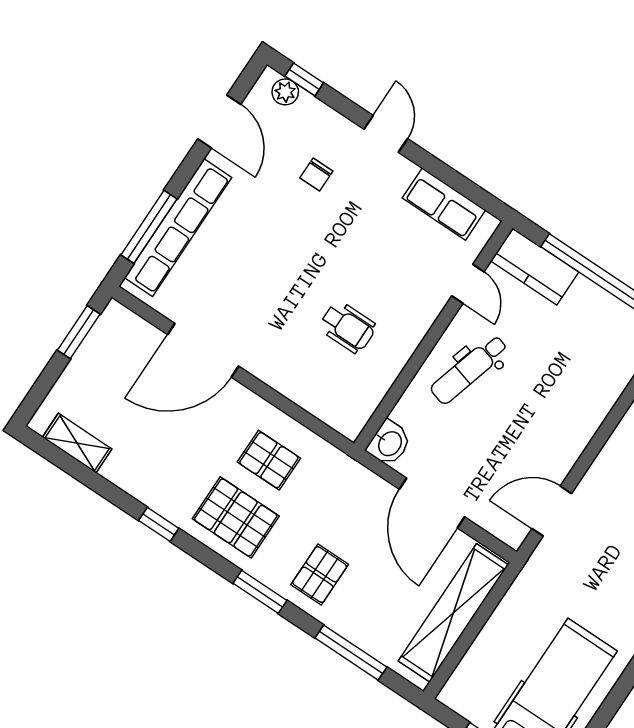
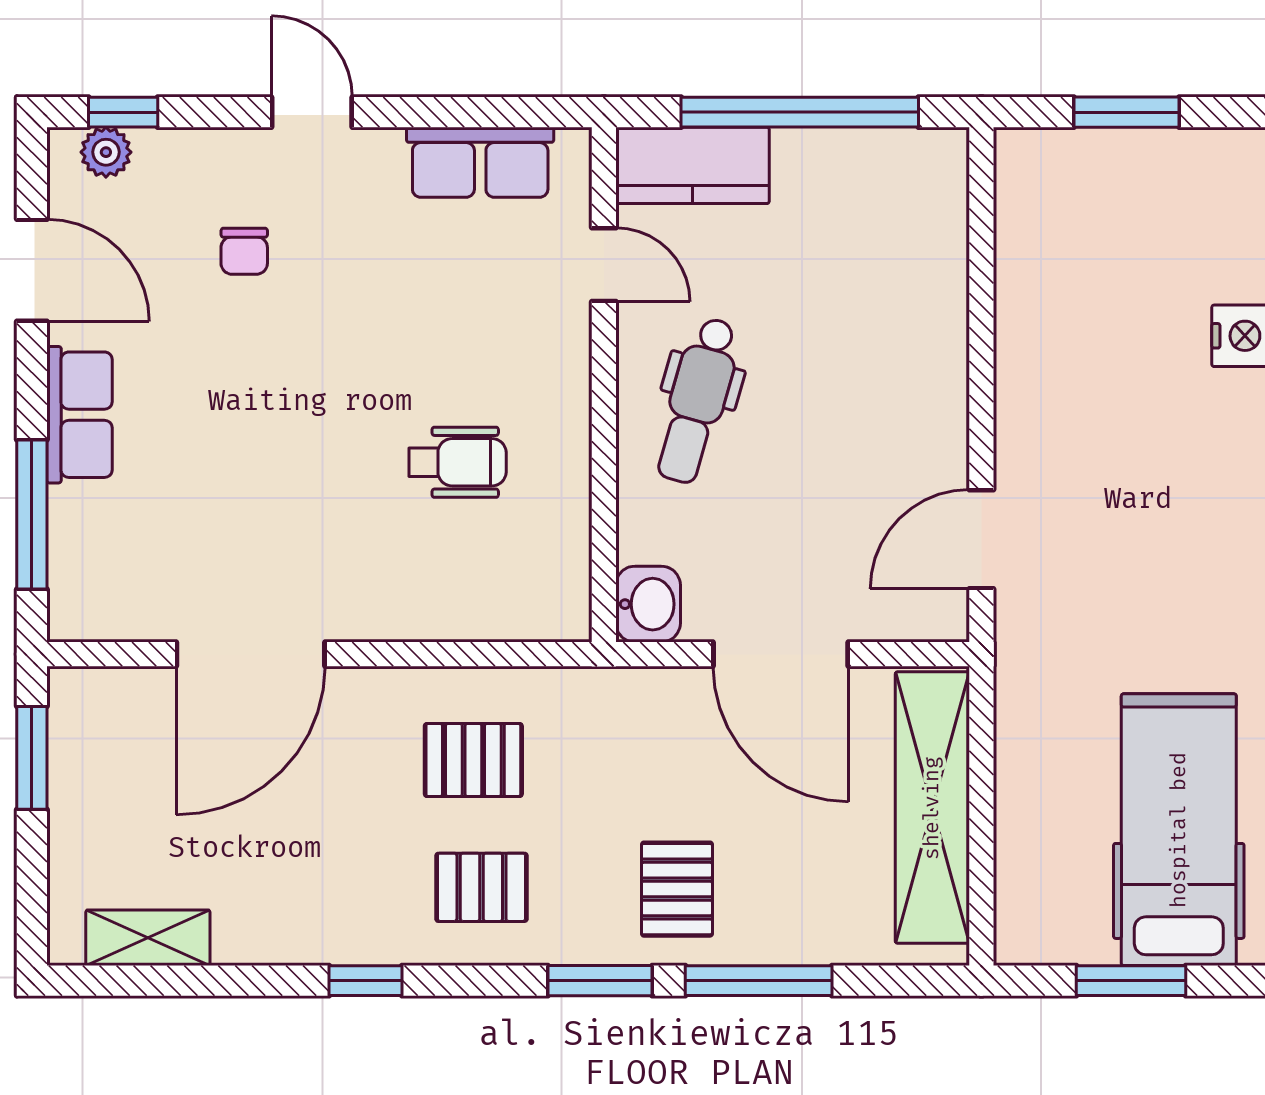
row of seats: (178, 228) -> (79, 415), width x0.50
pallet: (236, 517) -> (481, 887), width x0.67, depth x0.71
window: (351, 653) -> (759, 981), moved

